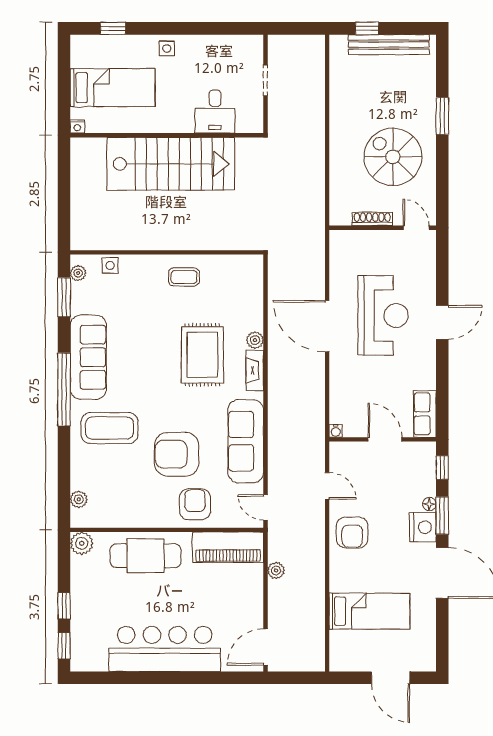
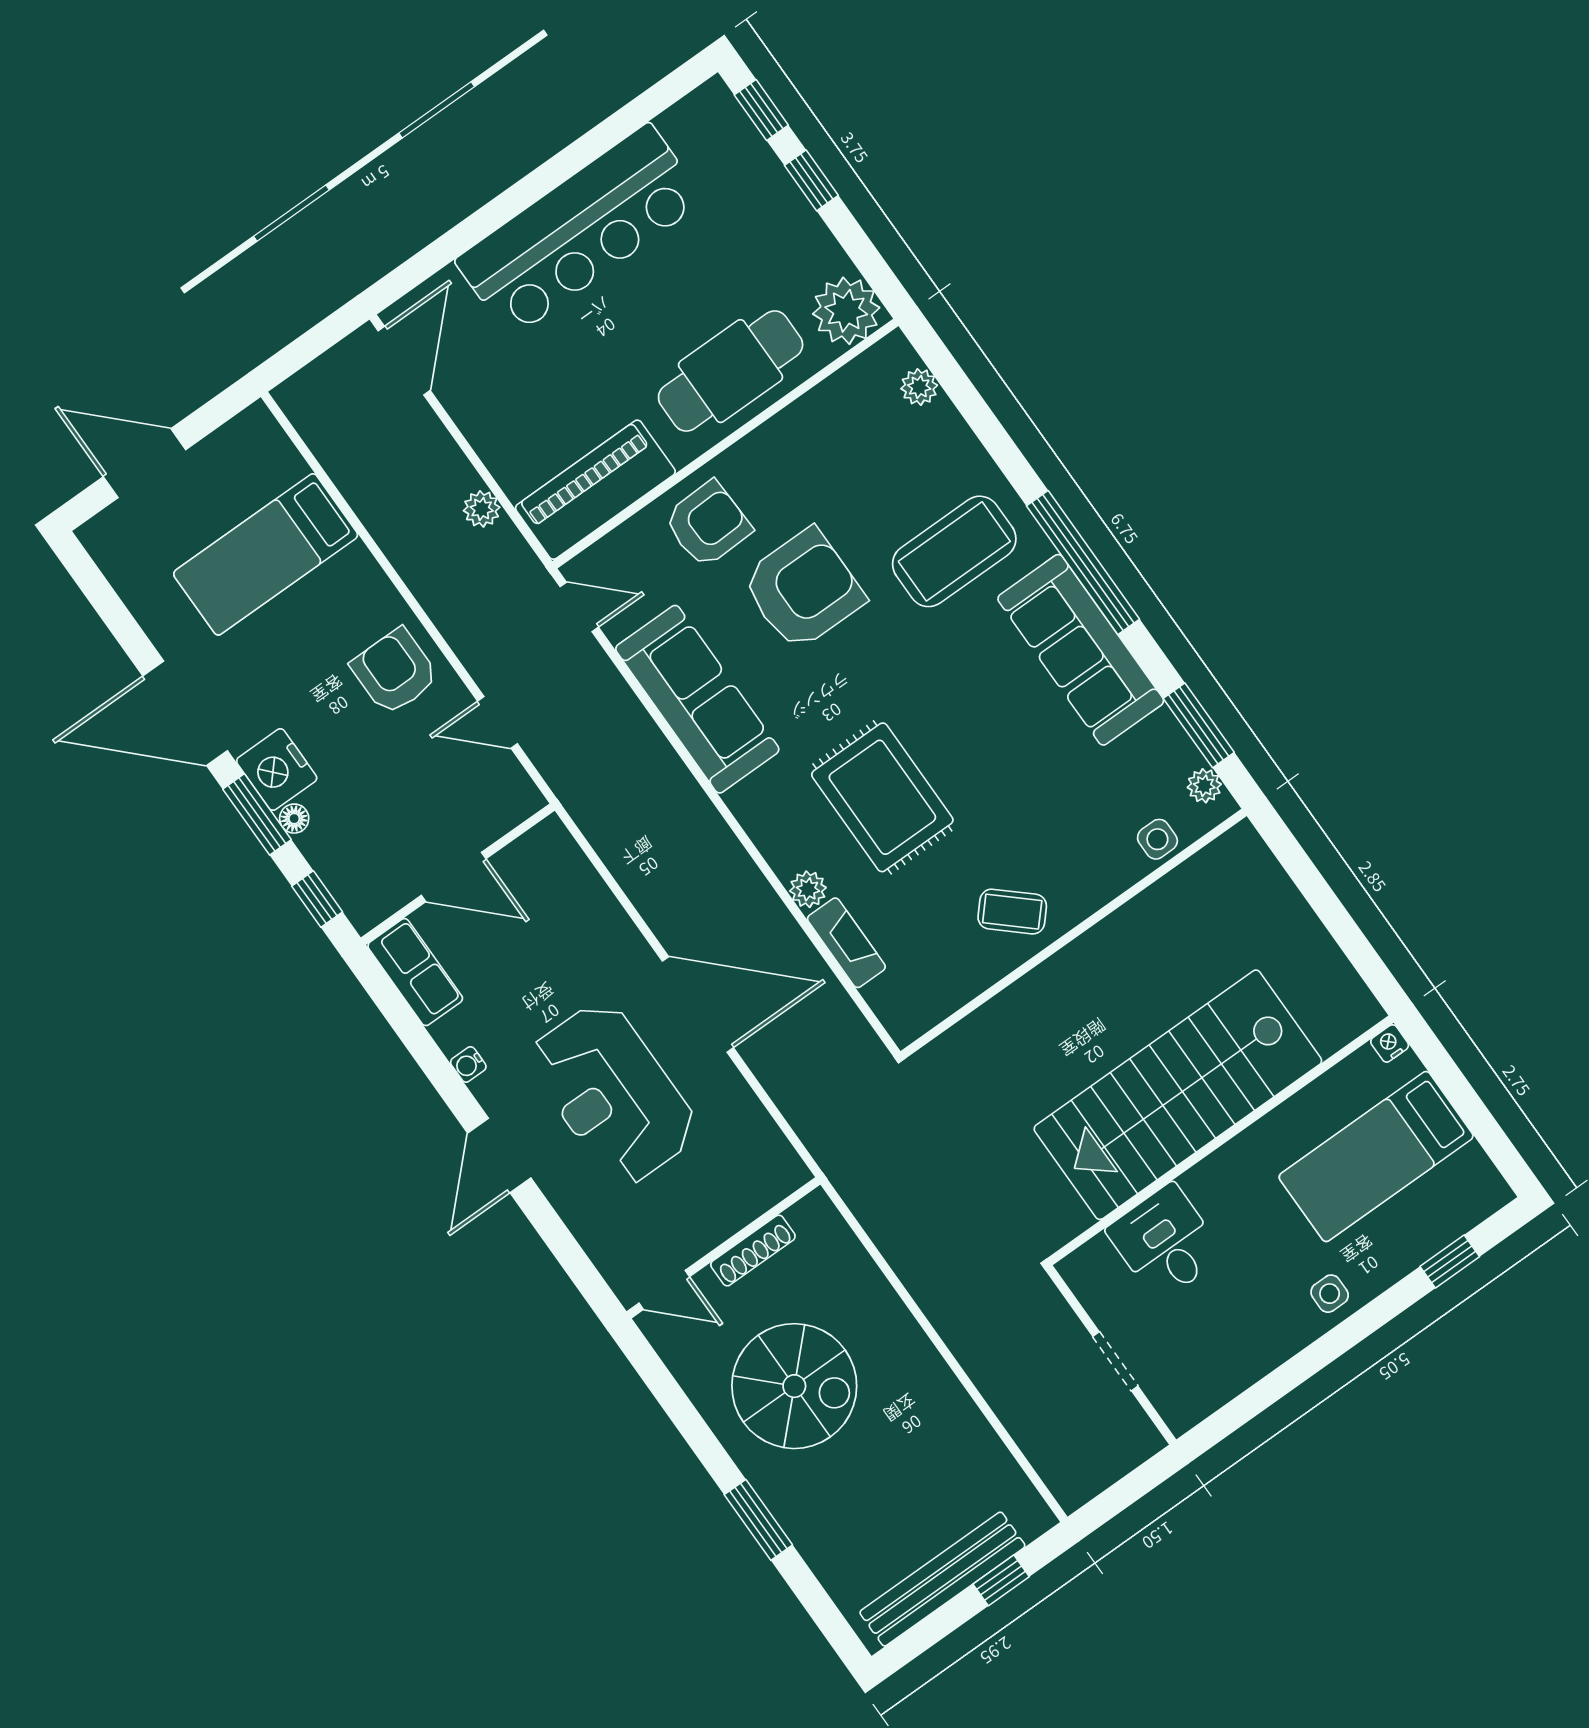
coffee table: (184, 277) -> (1012, 912), turned 42
fireplace: (255, 371) -> (846, 943), moved
water cooler: (336, 431) -> (468, 1064), moved, turned -90
armchair: (195, 504) -> (708, 524), turned -92
plant: (82, 543) -> (846, 311), width x1.36, depth x1.36

